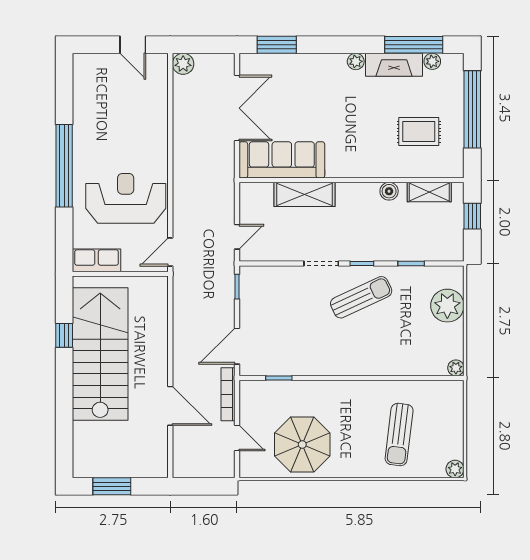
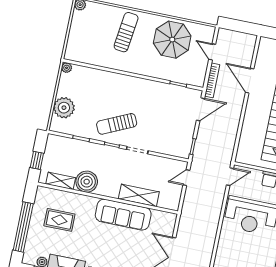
sofa: (282, 160) -> (123, 215), moved
boiler: (389, 191) -> (87, 182), width x1.86, depth x1.86
sun lounger: (399, 435) -> (126, 32), moved

